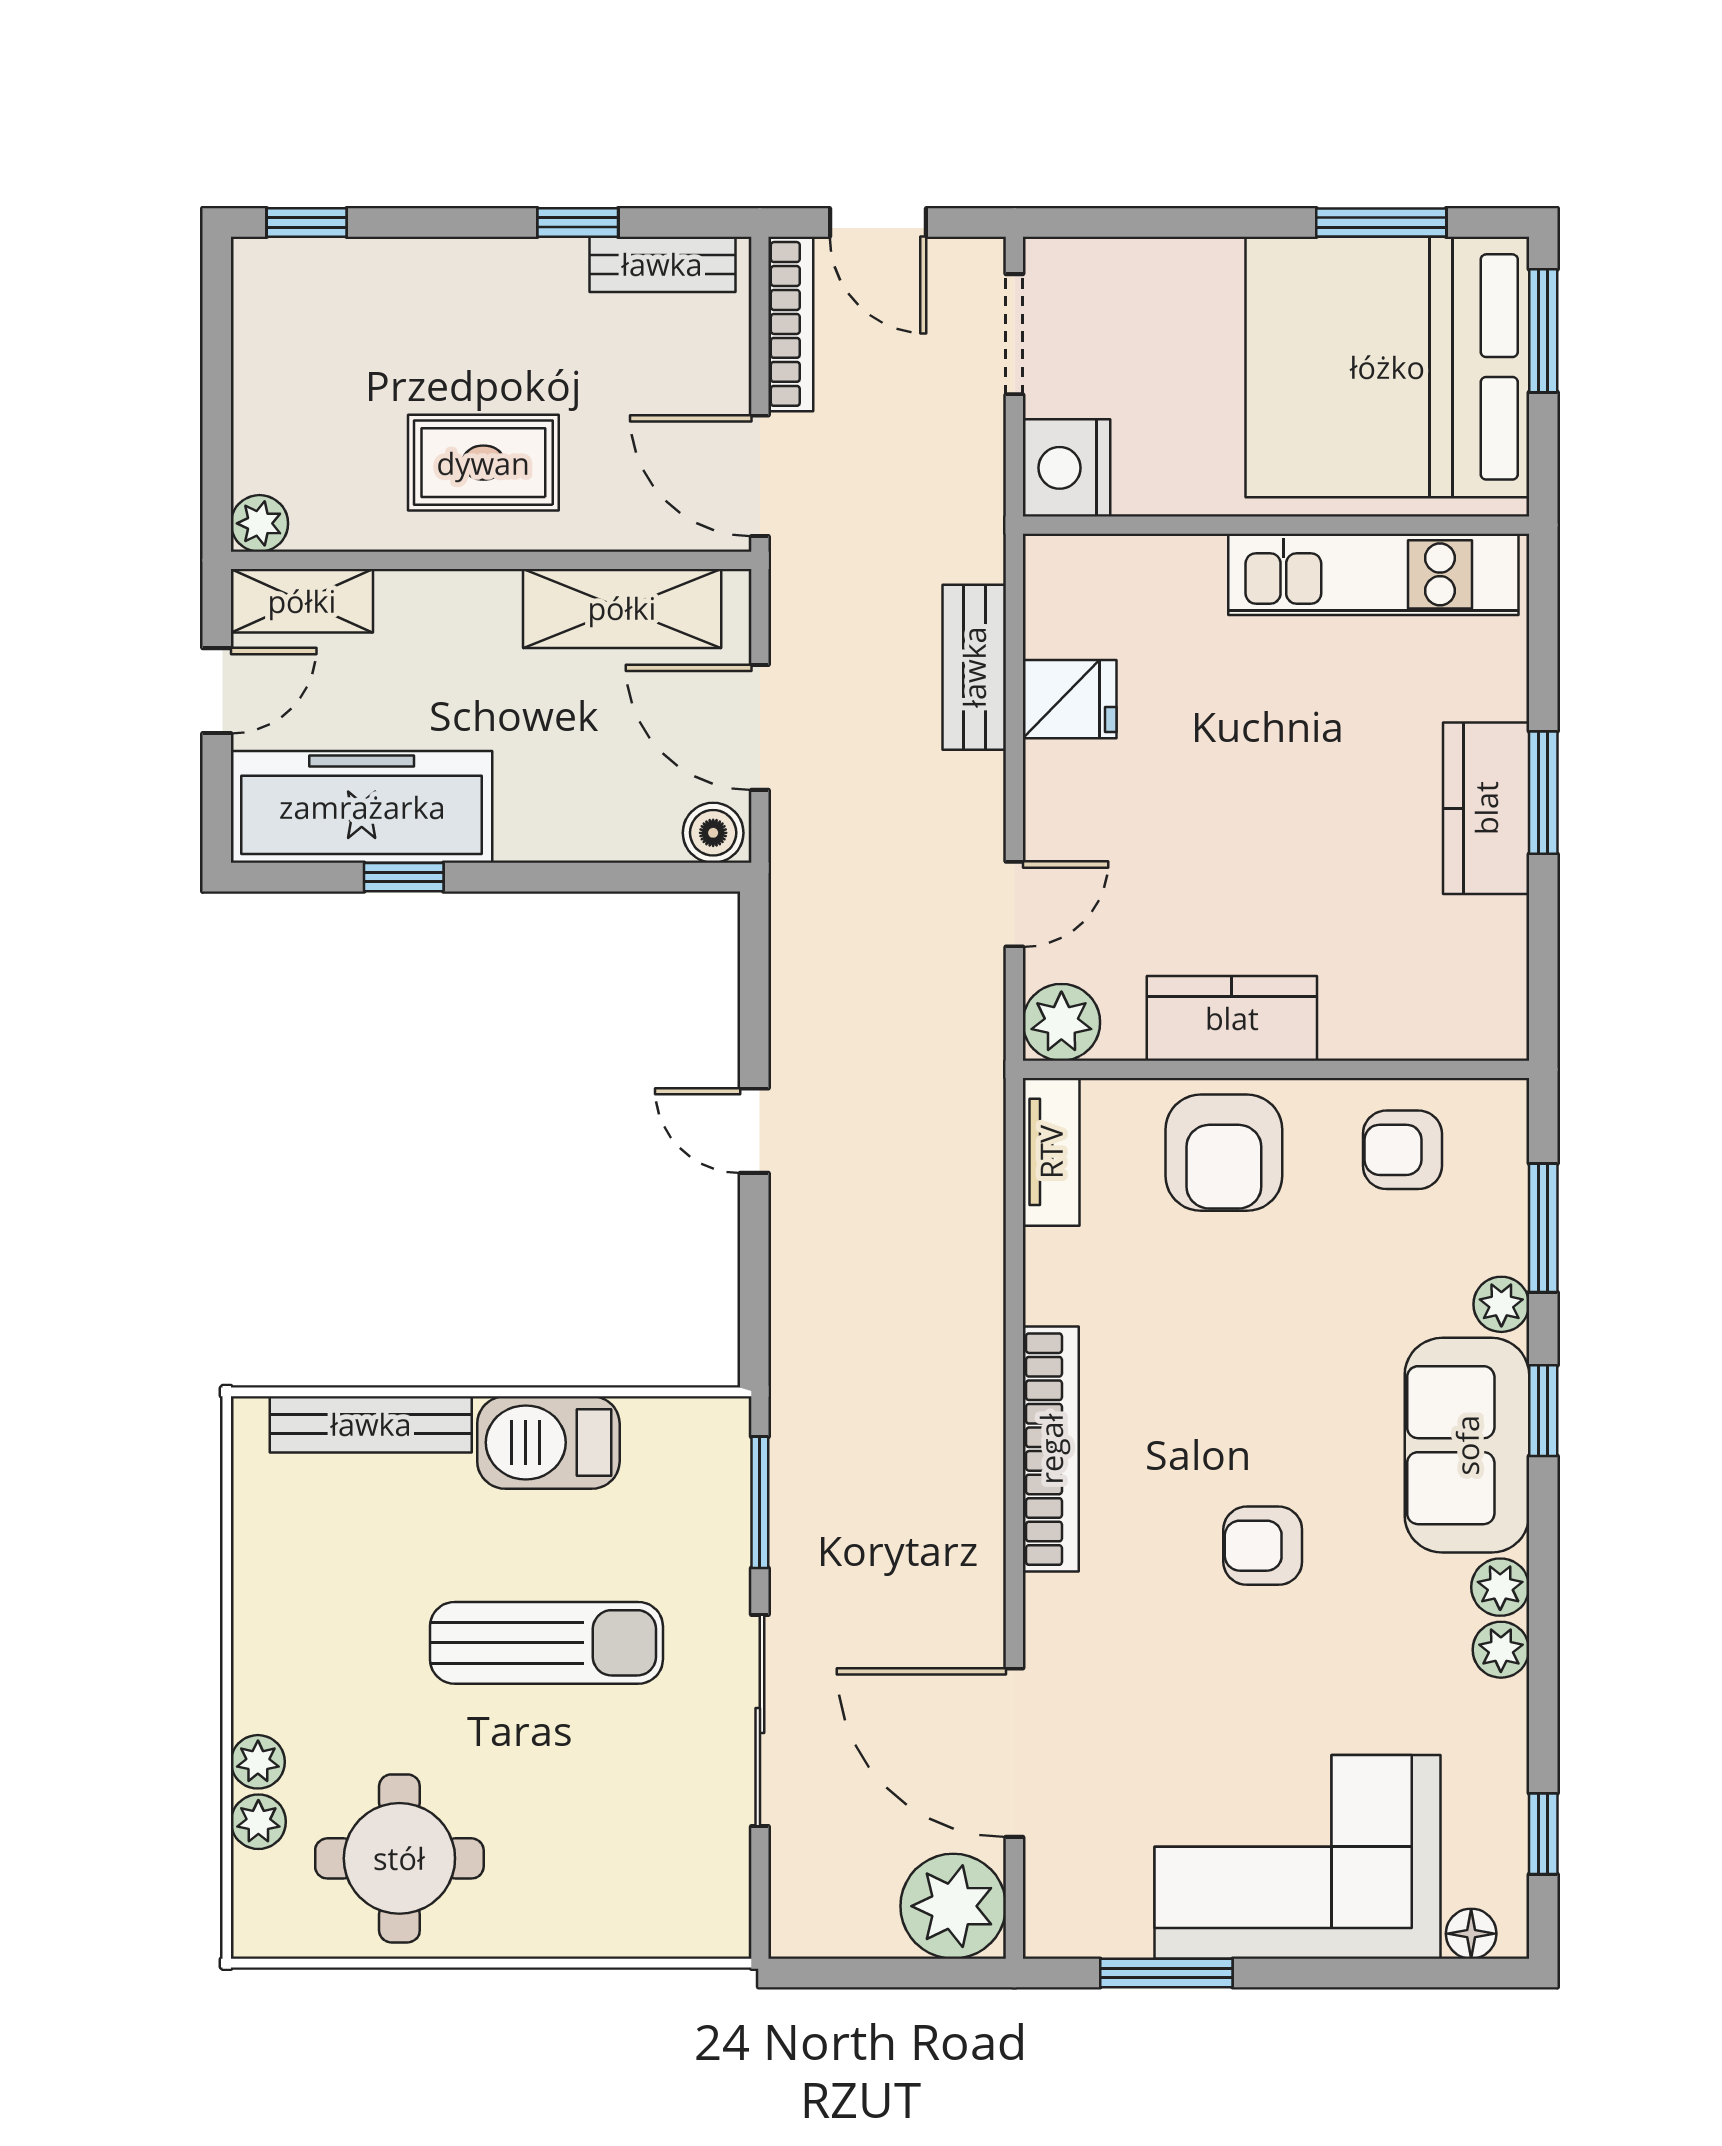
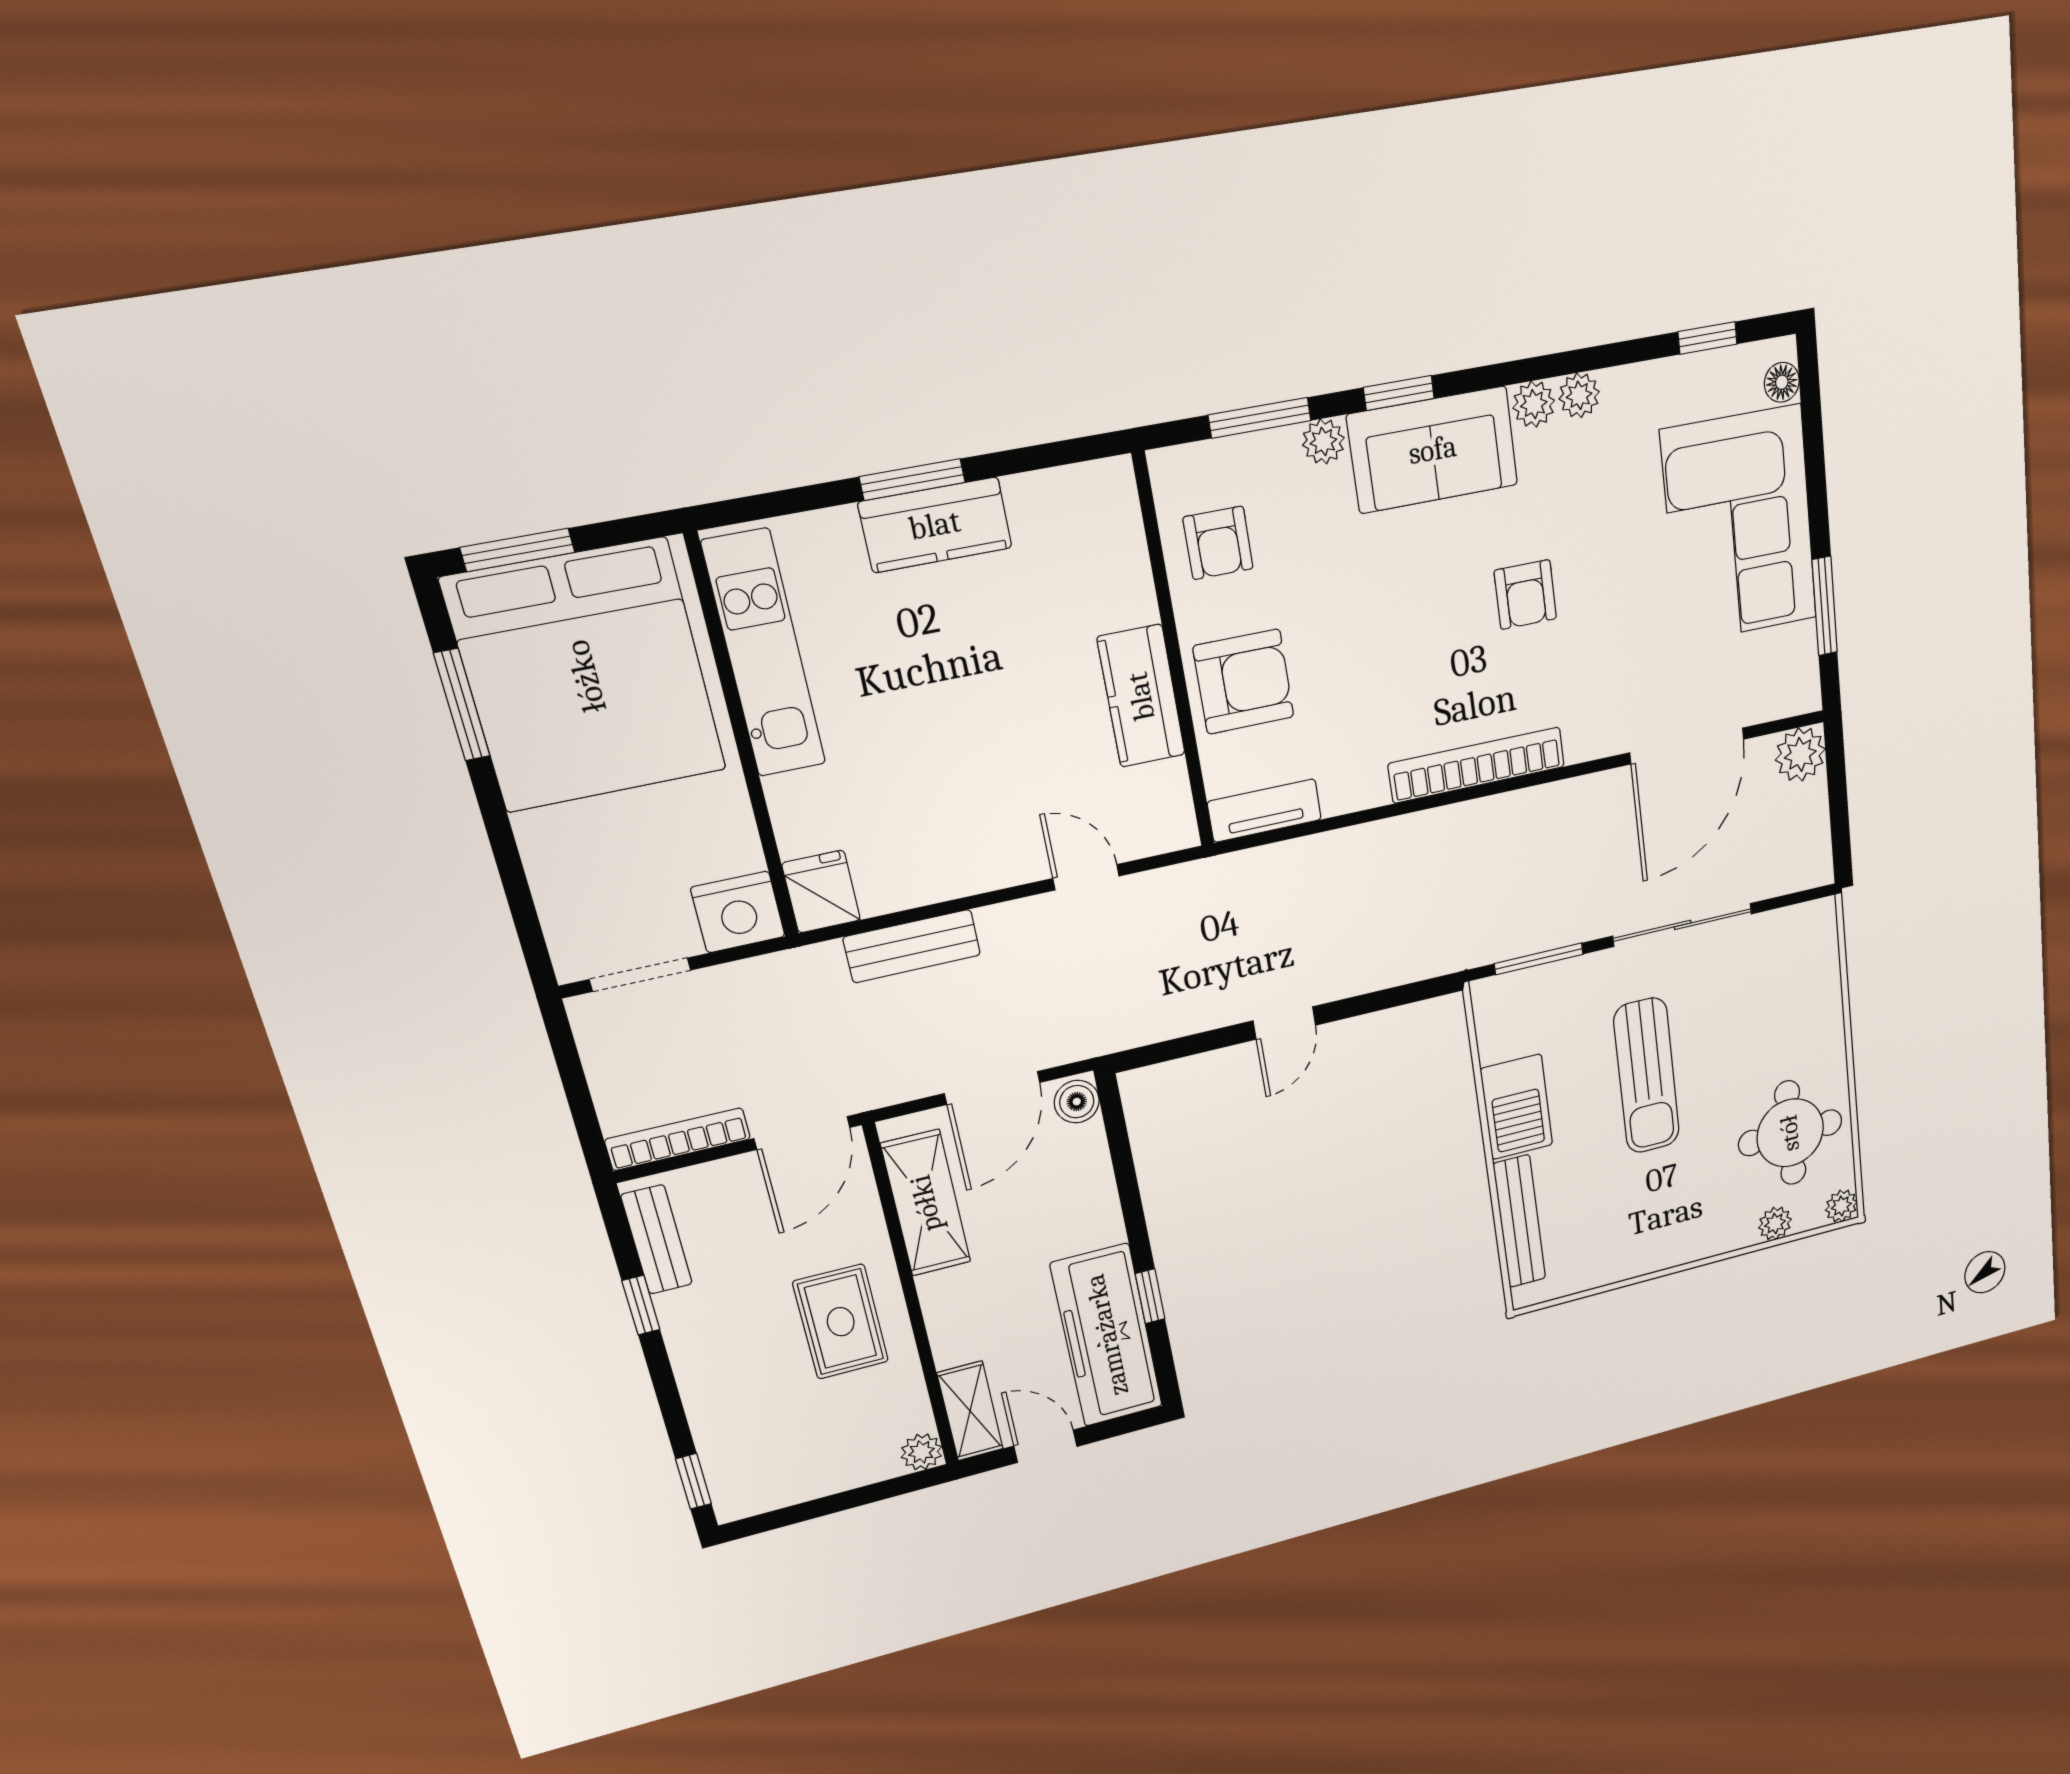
door: (878, 222) -> (578, 1095), removed
fridge: (1070, 699) -> (821, 892), moved
plant: (1061, 1022) -> (1168, 824), removed
sun lounger: (546, 1643) -> (1647, 1076), turned 180
plant: (258, 1762) -> (1841, 1206), moved
plant: (953, 1906) -> (1800, 754), width x0.73, depth x0.73

